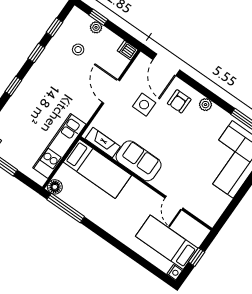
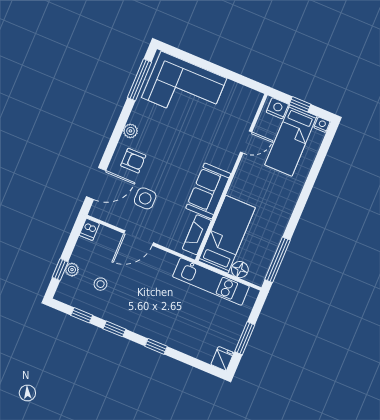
floor lamp: (55, 187) -> (240, 270), moved
nightstand: (197, 237) -> (277, 108), added

